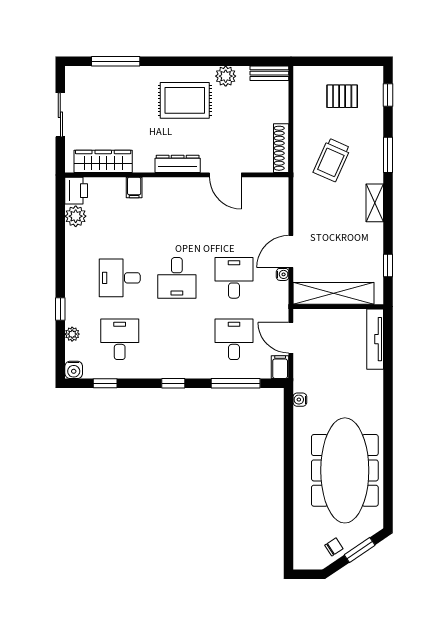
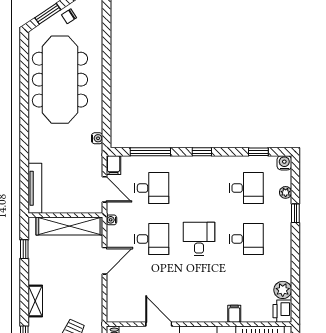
water cooler: (283, 274) -> (111, 220), moved
desk: (234, 278) -> (152, 239), turned -90
desk: (120, 339) -> (246, 188), turned -90
desk: (234, 339) -> (152, 188), turned -90

